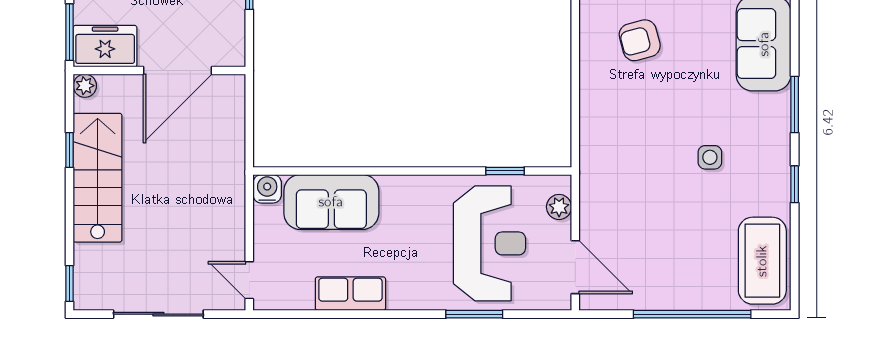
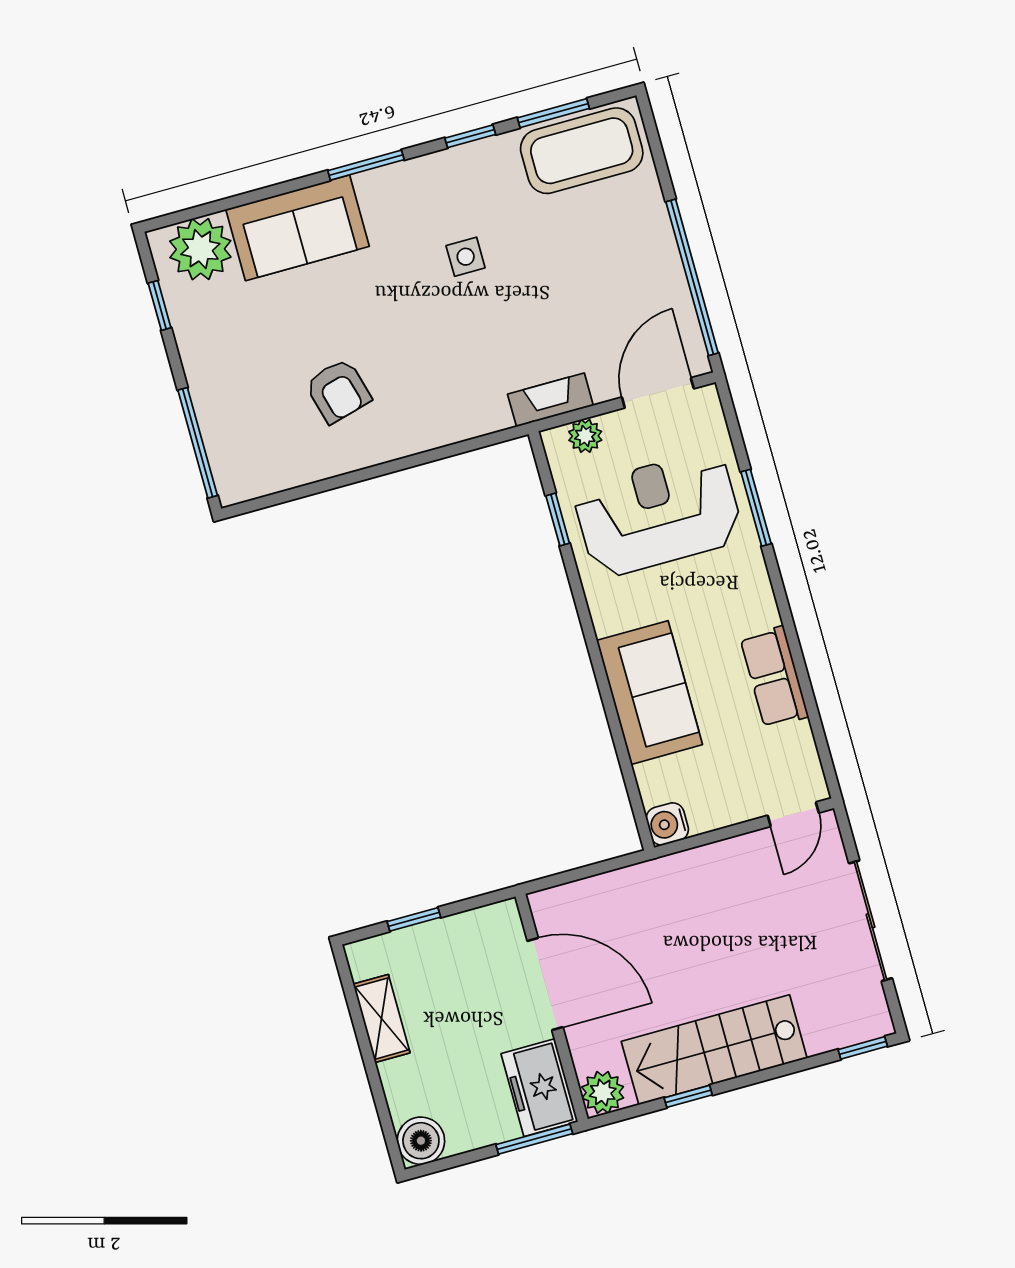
plant: (85, 86) -> (603, 1092), width x1.38, depth x1.38
fireplace: (591, 189) -> (550, 400), added
sofa: (331, 202) -> (649, 693), moved
window: (795, 248) -> (553, 113), added
window: (692, 314) -> (692, 277), moved

